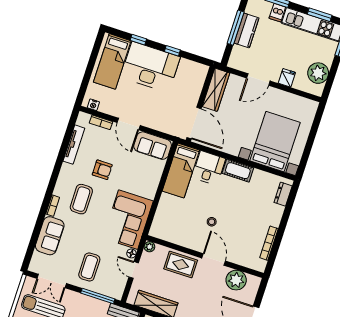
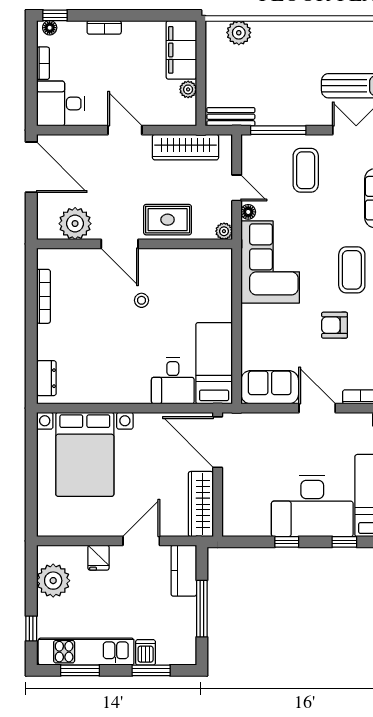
kitchen counter: (246, 30) -> (184, 571), moved
cot: (238, 171) -> (127, 392), removed

